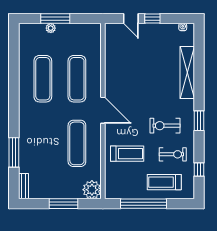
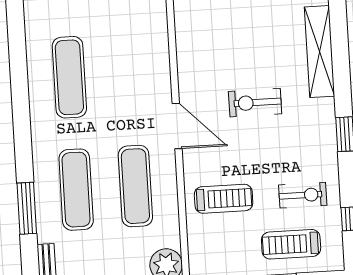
exercise mat: (77, 79) -> (76, 190), moved
exercise bike: (165, 126) -> (255, 103), moved

